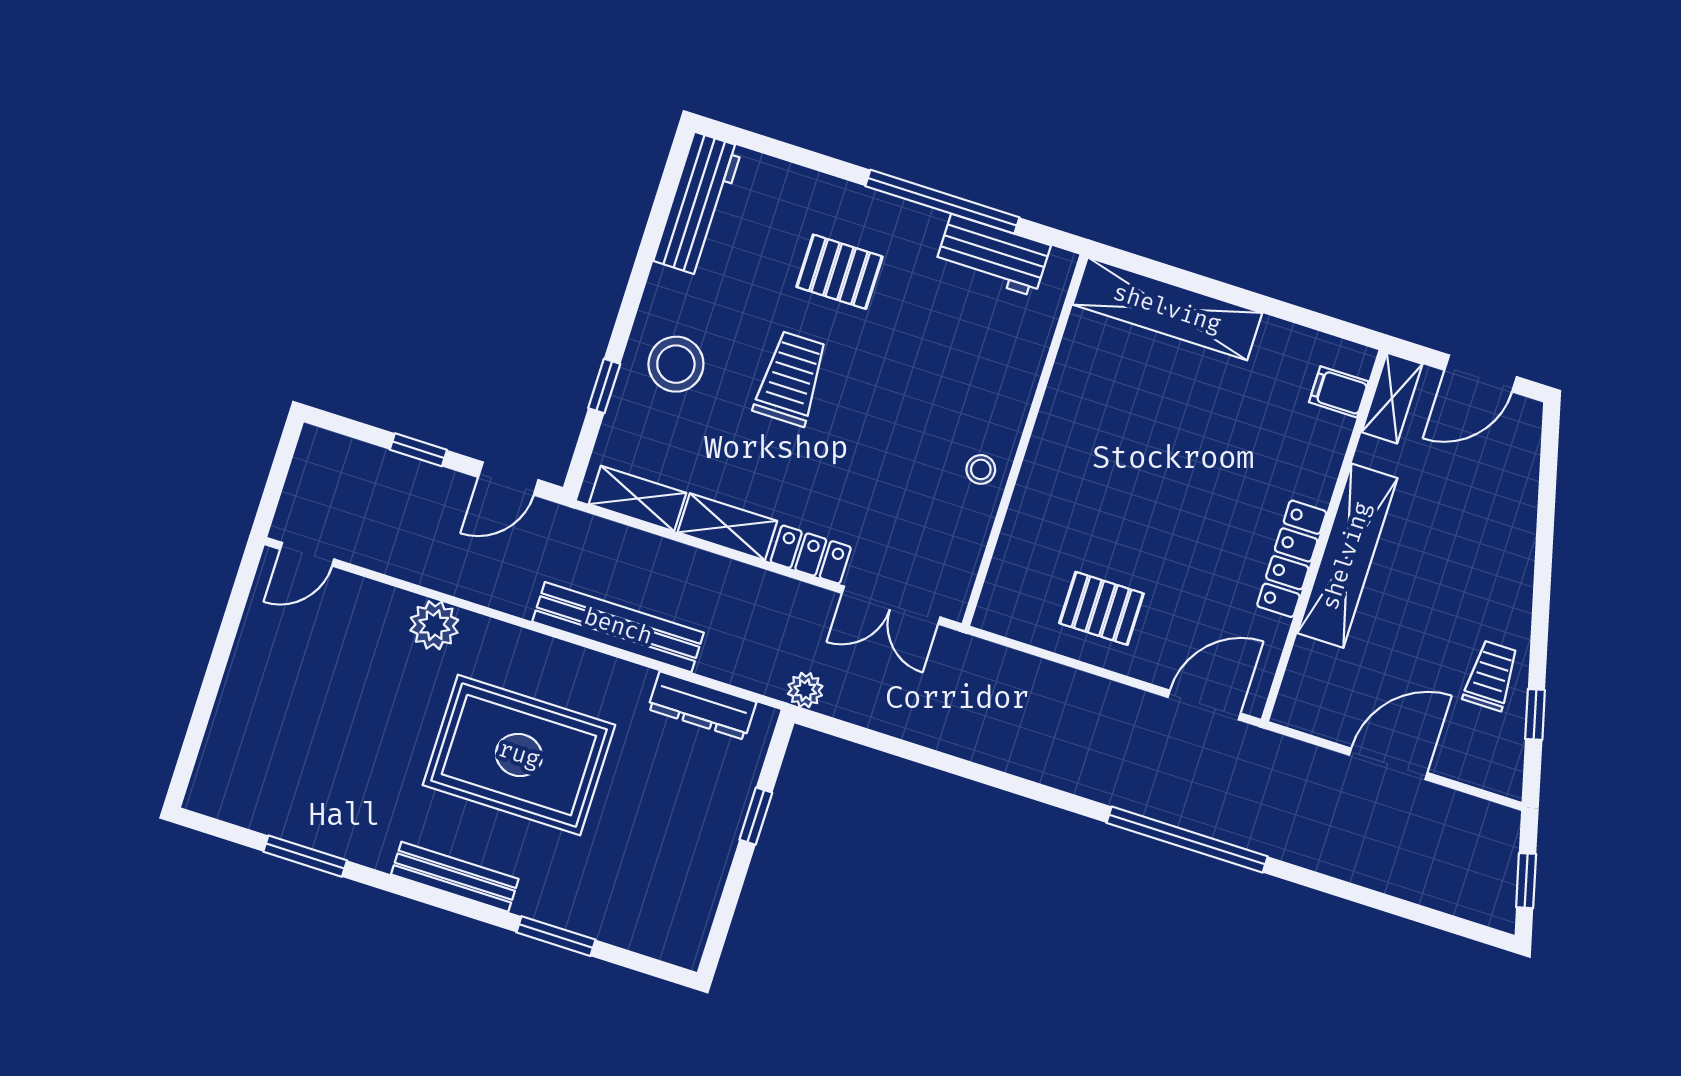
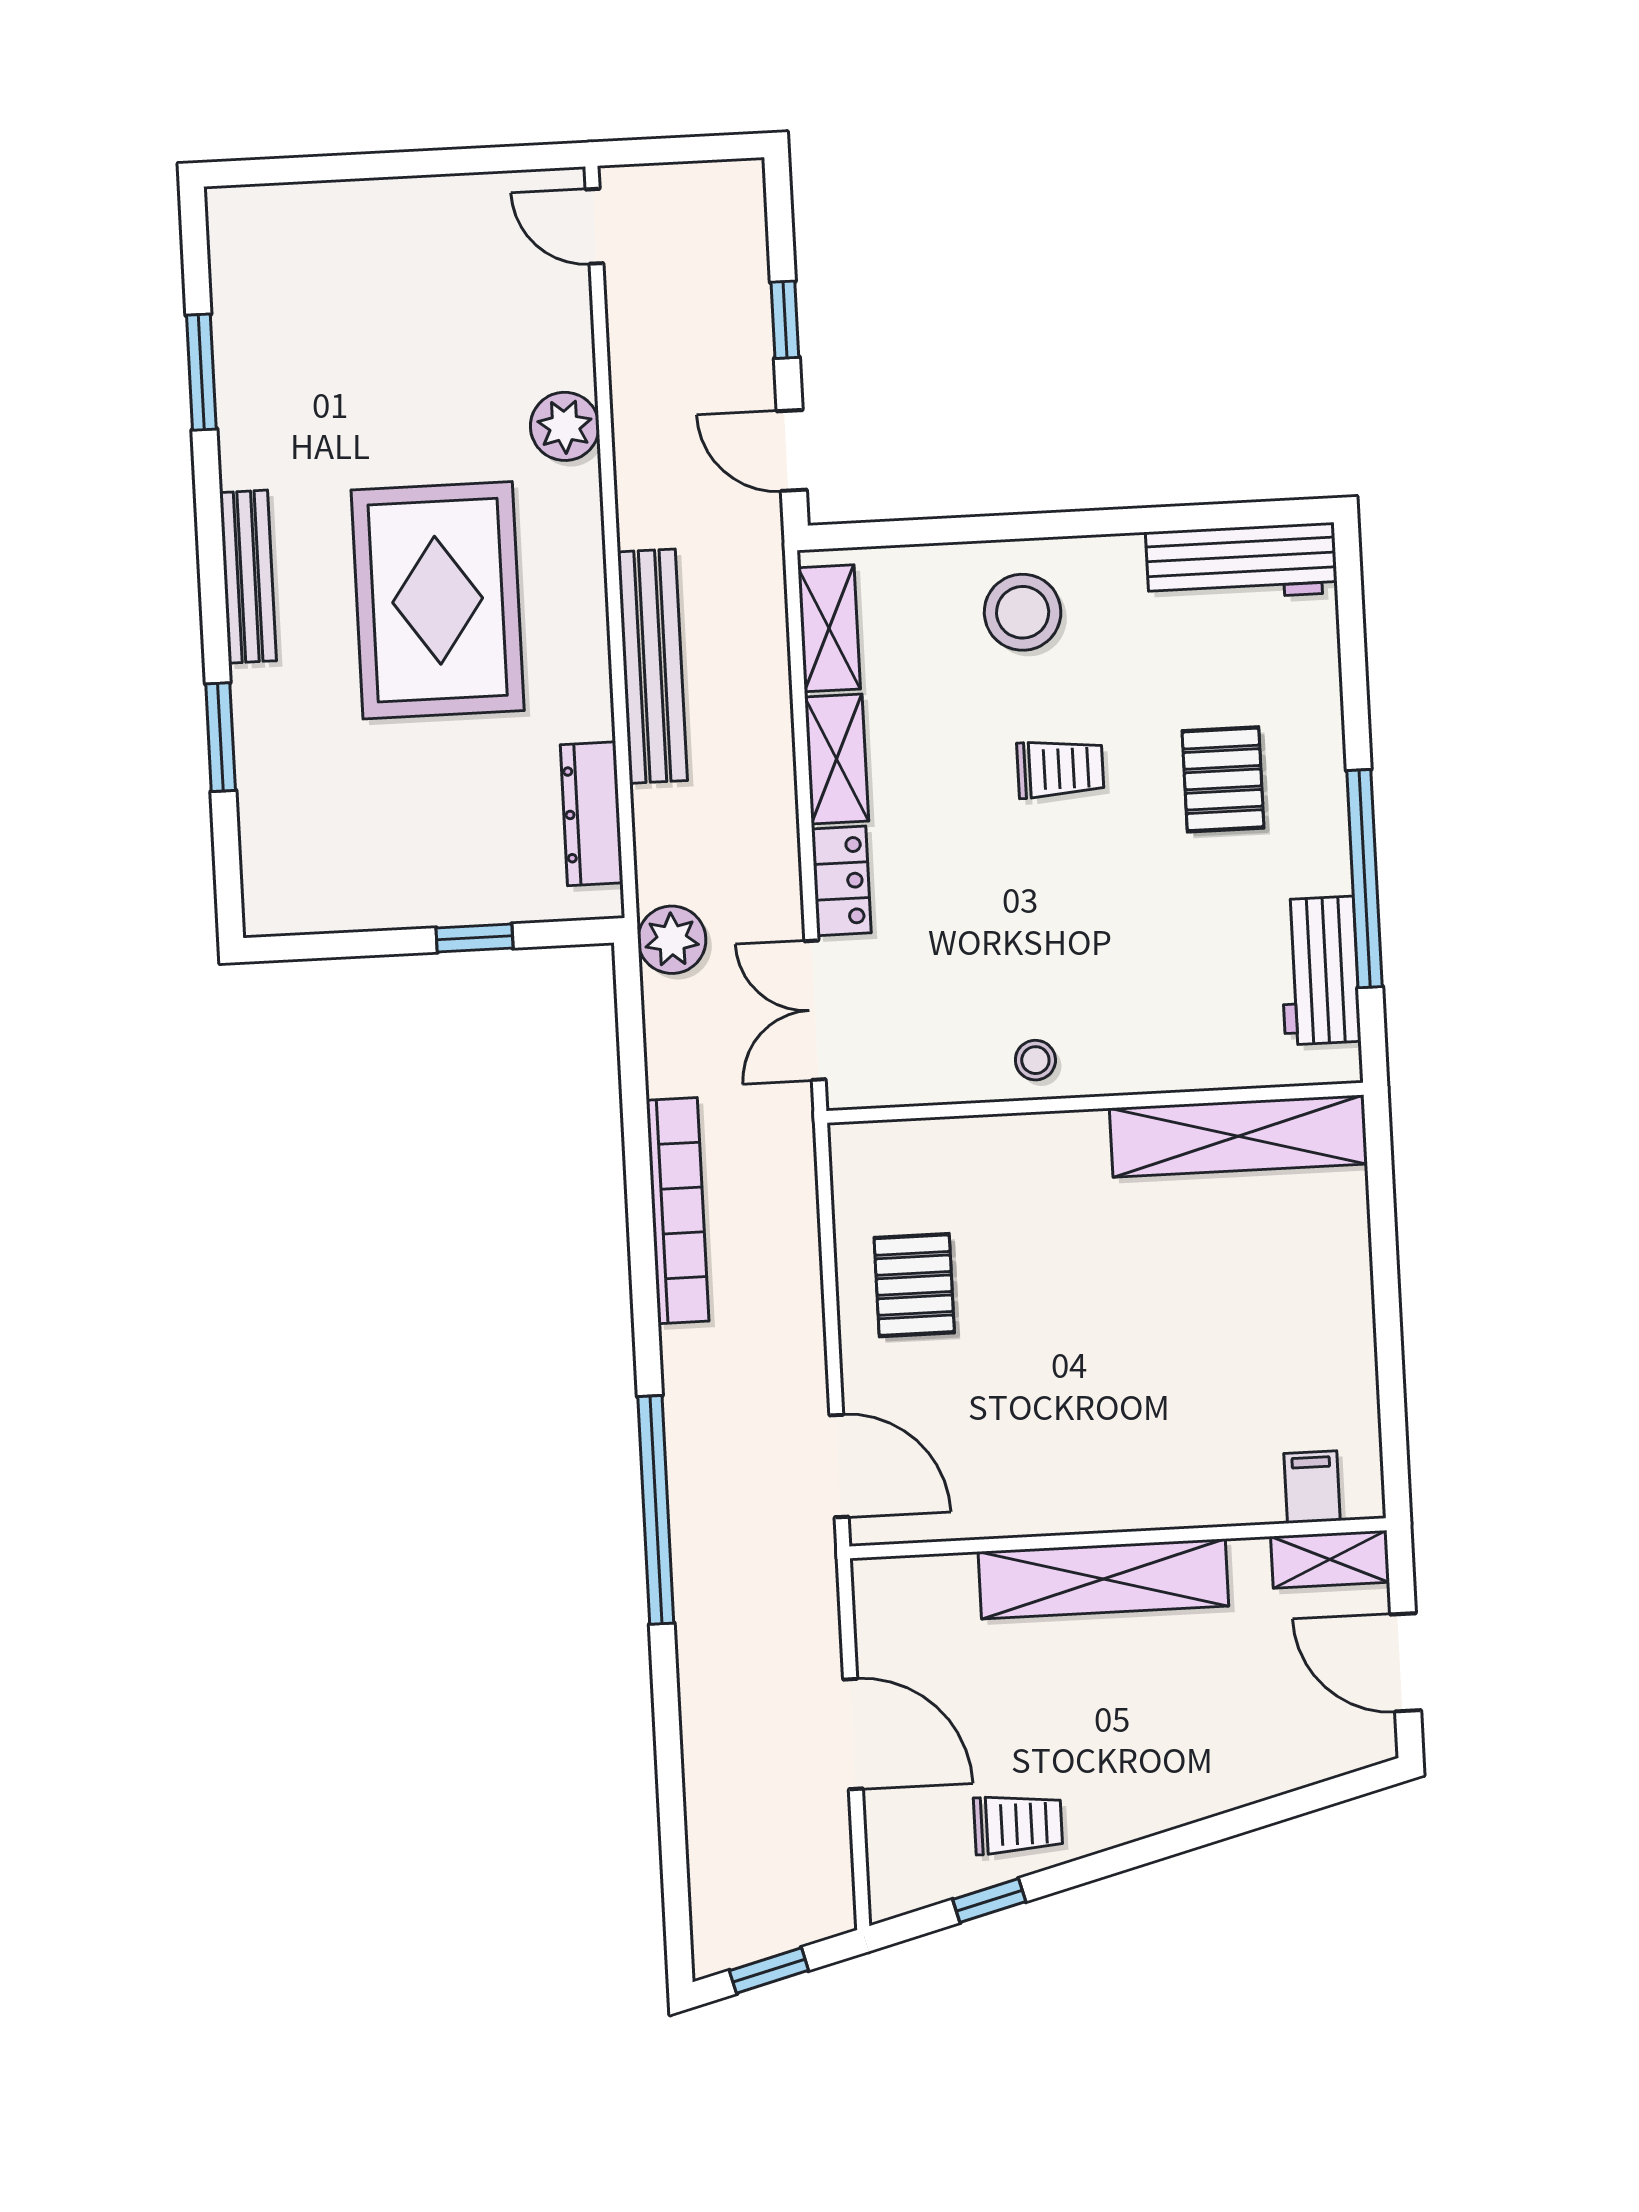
shelving: (1167, 309) -> (1238, 1136), moved, turned 90
trolley: (791, 379) -> (1060, 769), width x0.73, depth x0.72
window: (604, 386) -> (959, 530), removed
locker: (1292, 559) -> (1072, 1508), removed
plant: (805, 690) -> (672, 940), width x1.38, depth x1.38
bookcase: (991, 749) -> (678, 1211), added

